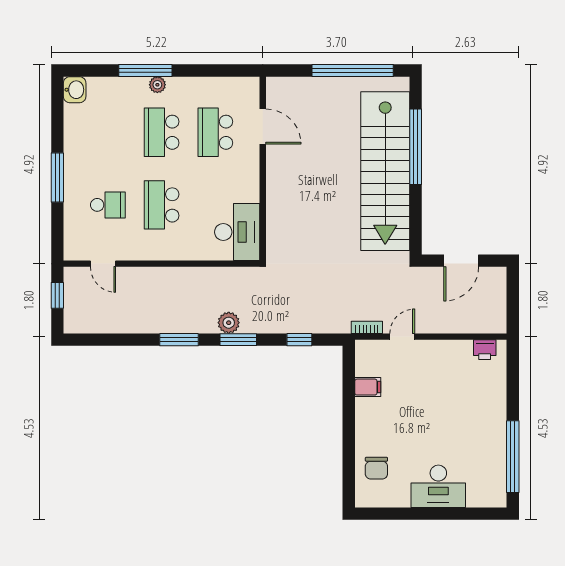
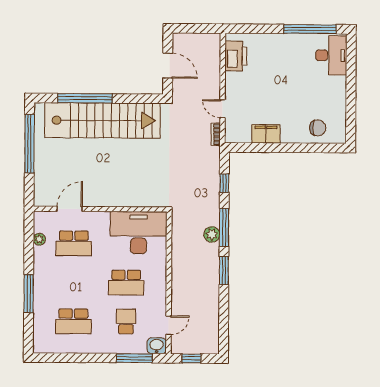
plant: (157, 85) -> (39, 239), moved
washbasin: (75, 90) -> (157, 346), moved
school desk: (162, 132) -> (73, 321), moved
window: (57, 178) -> (134, 358), moved
desk: (237, 232) -> (139, 233), width x1.36, depth x1.30
window: (238, 340) -> (224, 227), width x1.44
printer: (485, 350) -> (236, 56), width x1.87, depth x1.48
filing cabinet: (368, 387) -> (266, 134), width x2.00
desk: (438, 486) -> (331, 55), moved

